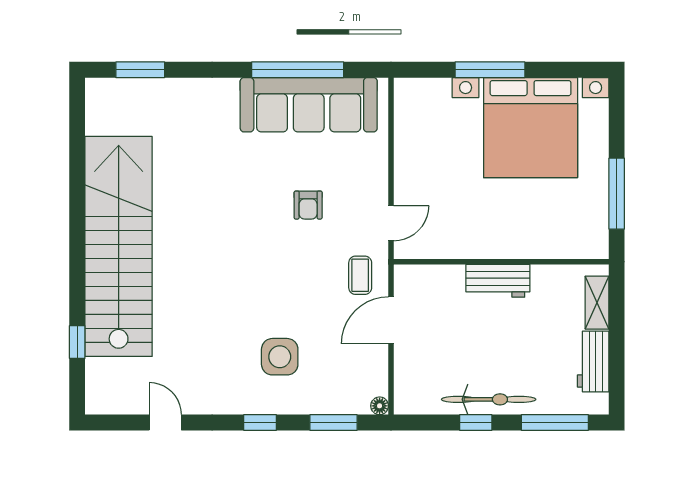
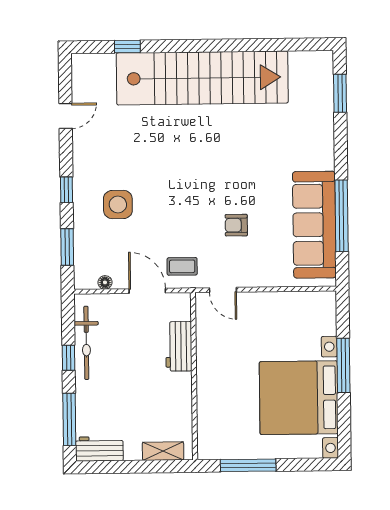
workbench: (498, 281) -> (179, 346), moved
workbench: (593, 362) -> (99, 449), moved
bicycle: (489, 399) -> (86, 343), moved
floor lamp: (380, 406) -> (105, 282), moved

